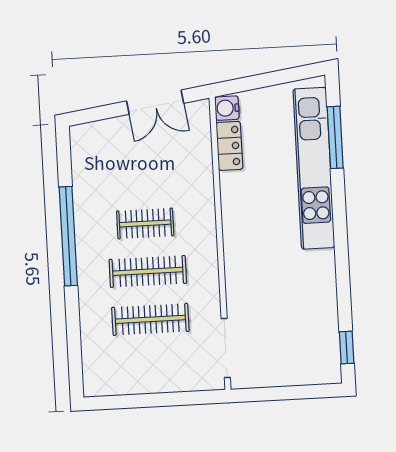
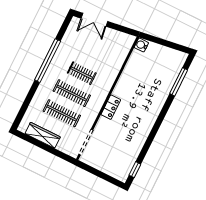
double door: (155, 102) -> (94, 20), moved
locker: (229, 146) -> (111, 107), moved
kitchen unit: (314, 168) -> (163, 89), removed
wardrobe: (138, 381) -> (43, 135), added

